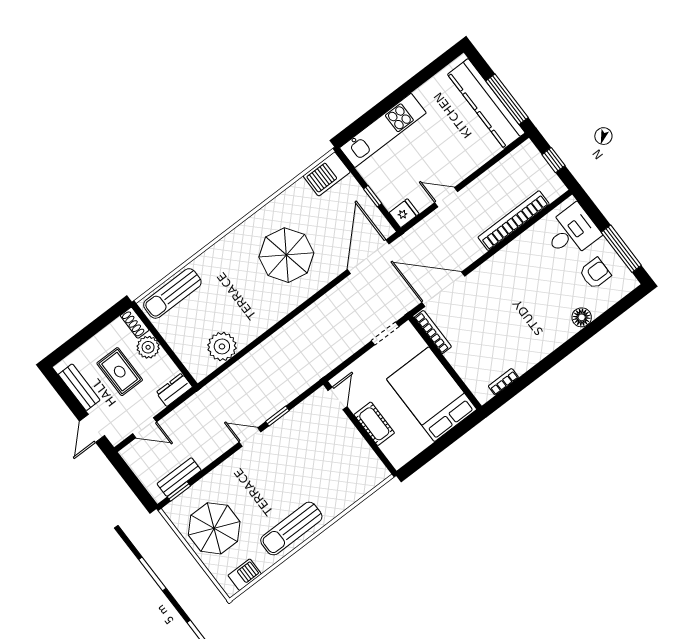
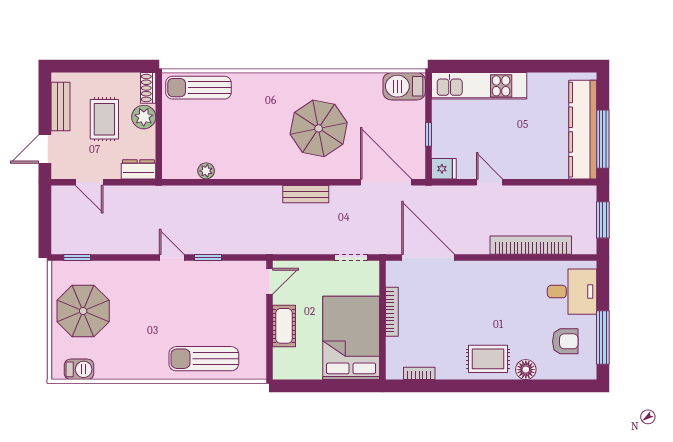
window: (553, 160) -> (603, 220), width x1.50
door: (368, 257) -> (386, 182), hinge flipped
rug: (547, 331) -> (488, 359), added
bookcase: (433, 332) -> (392, 312), moved
plant: (222, 346) -> (206, 171), width x0.53, depth x0.53
bench: (179, 477) -> (306, 194), moved
sun lounger: (291, 529) -> (204, 359), moved

